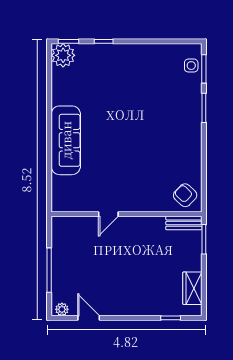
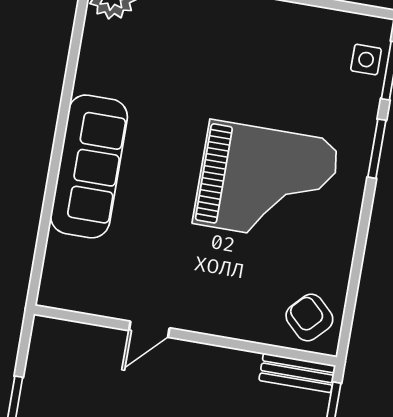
grand piano: (153, 133) -> (266, 182), added

